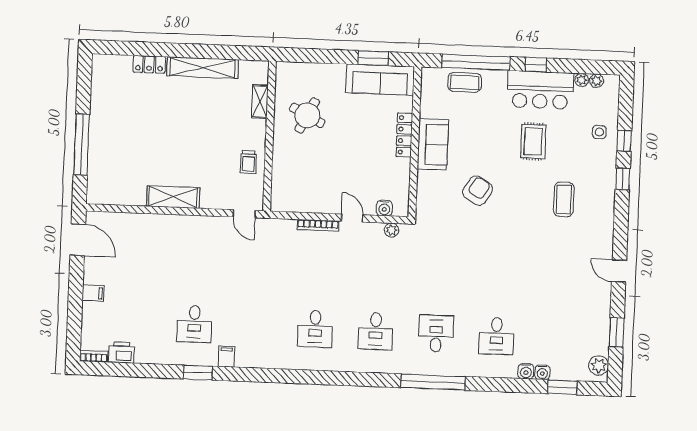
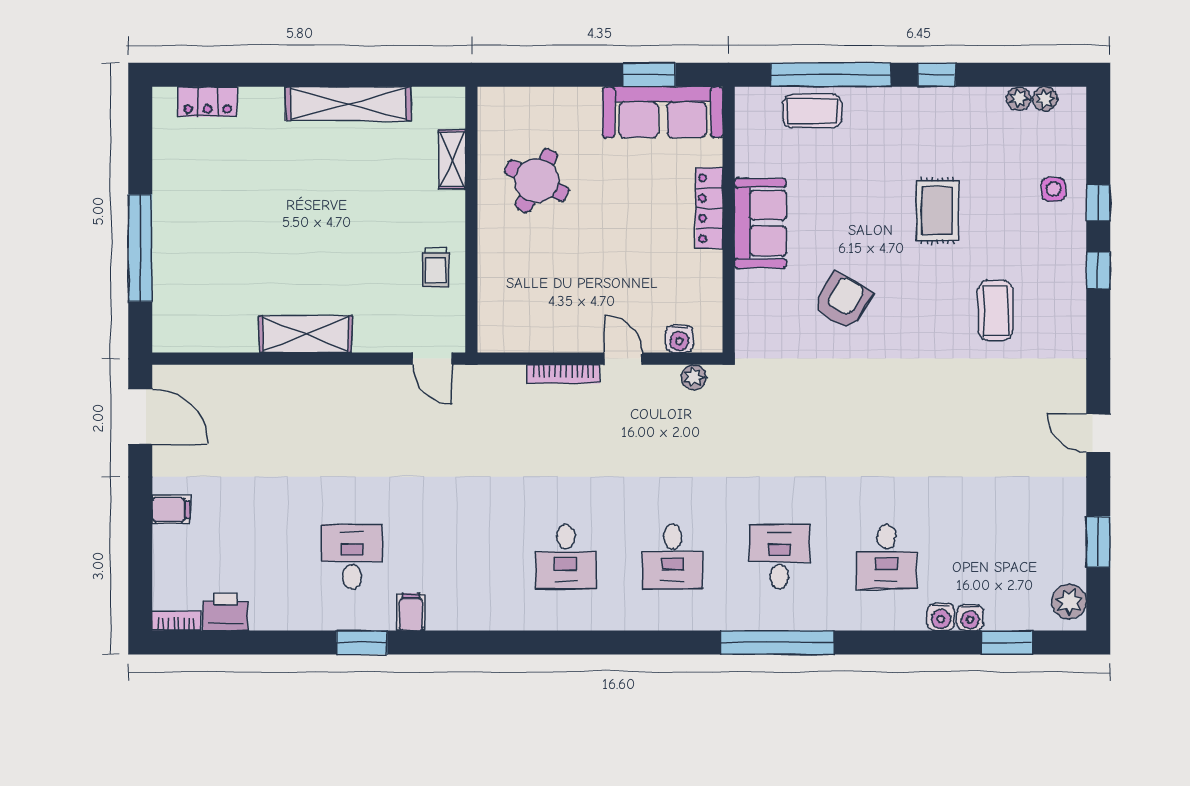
locker: (149, 64) -> (208, 102), moved
bar counter: (540, 90) -> (946, 119), removed
desk: (194, 324) -> (352, 557), turned 180

